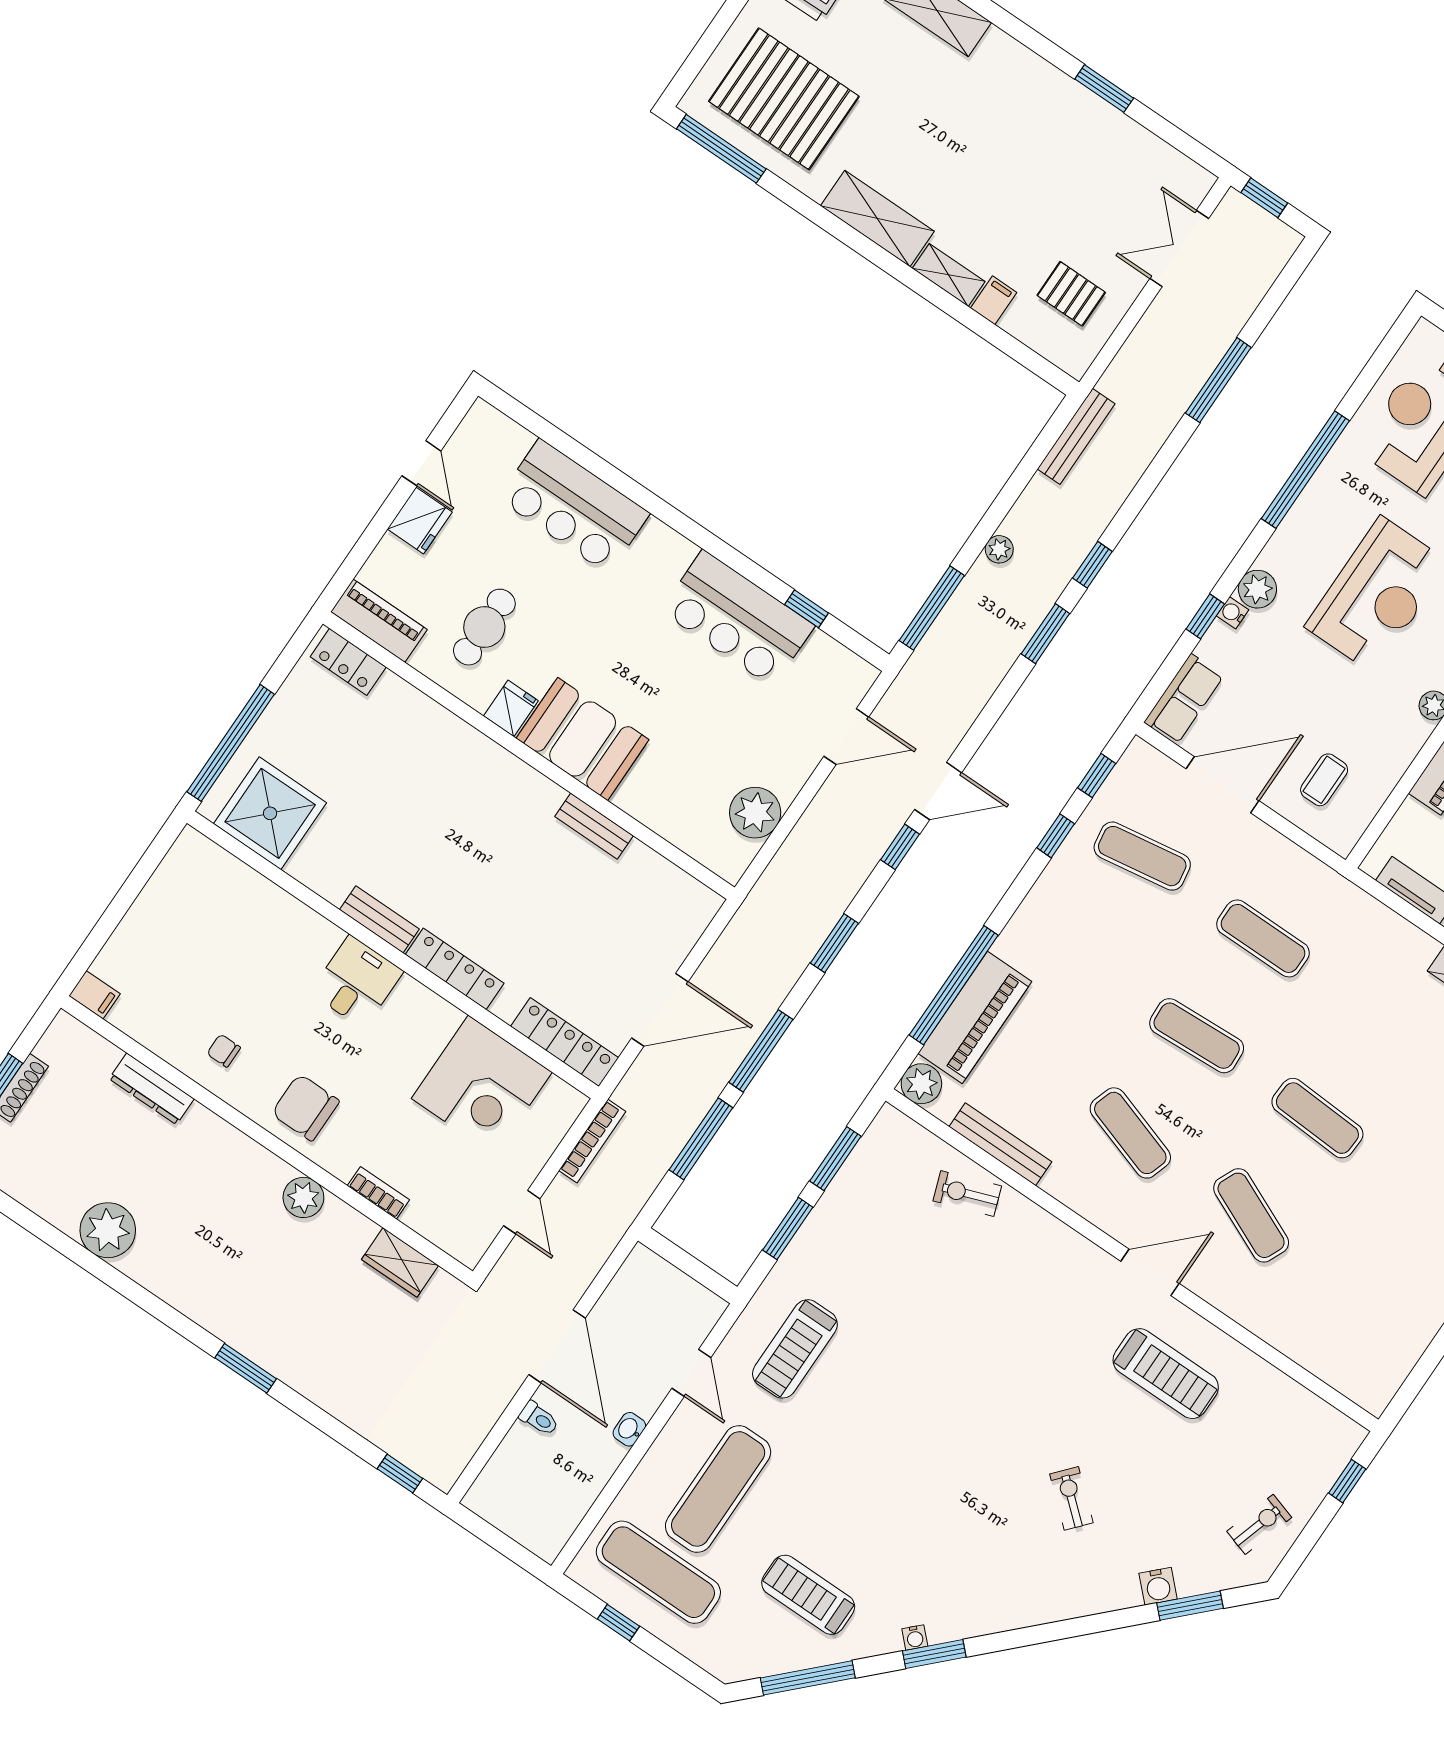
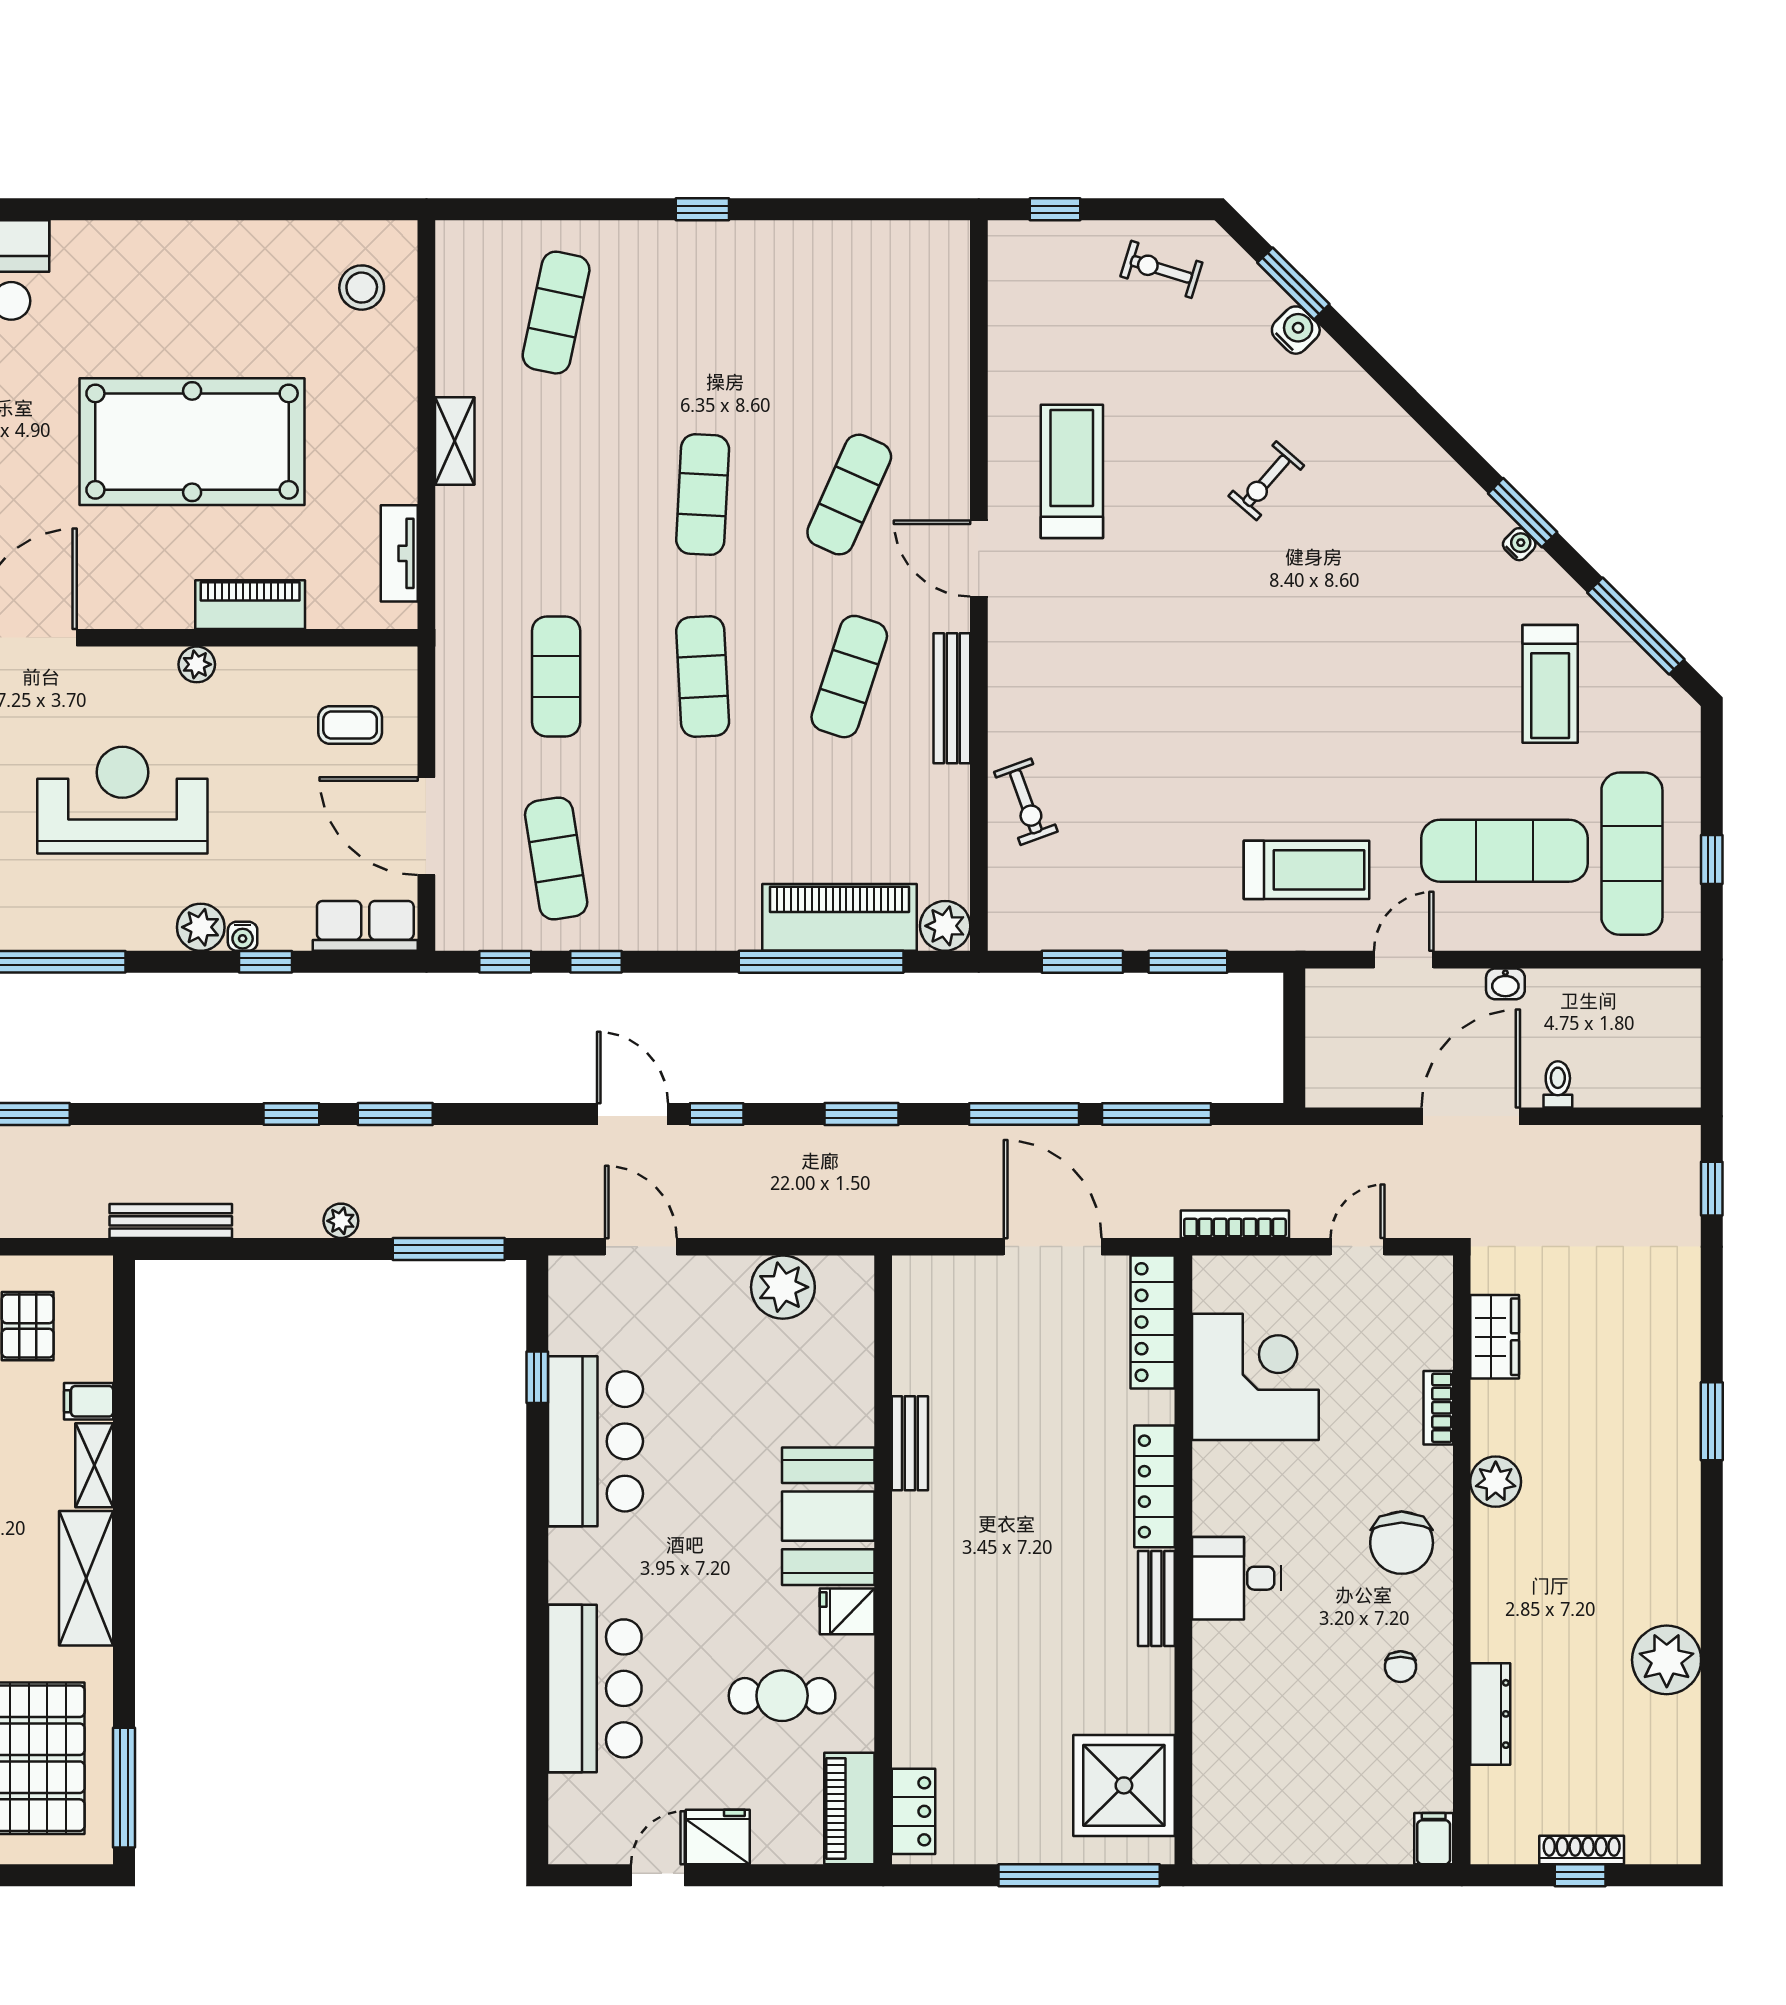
bench: (1000, 1144) -> (952, 698), moved

